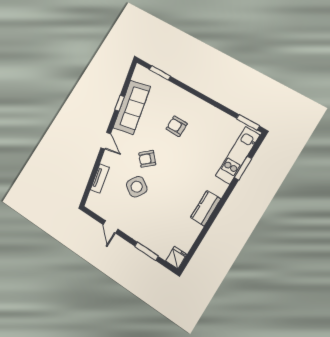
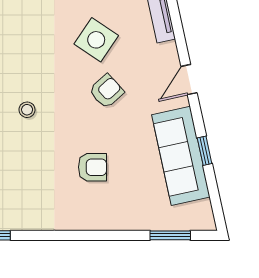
door: (106, 141) -> (189, 80), hinge flipped
stool: (191, 173) -> (27, 110), added

